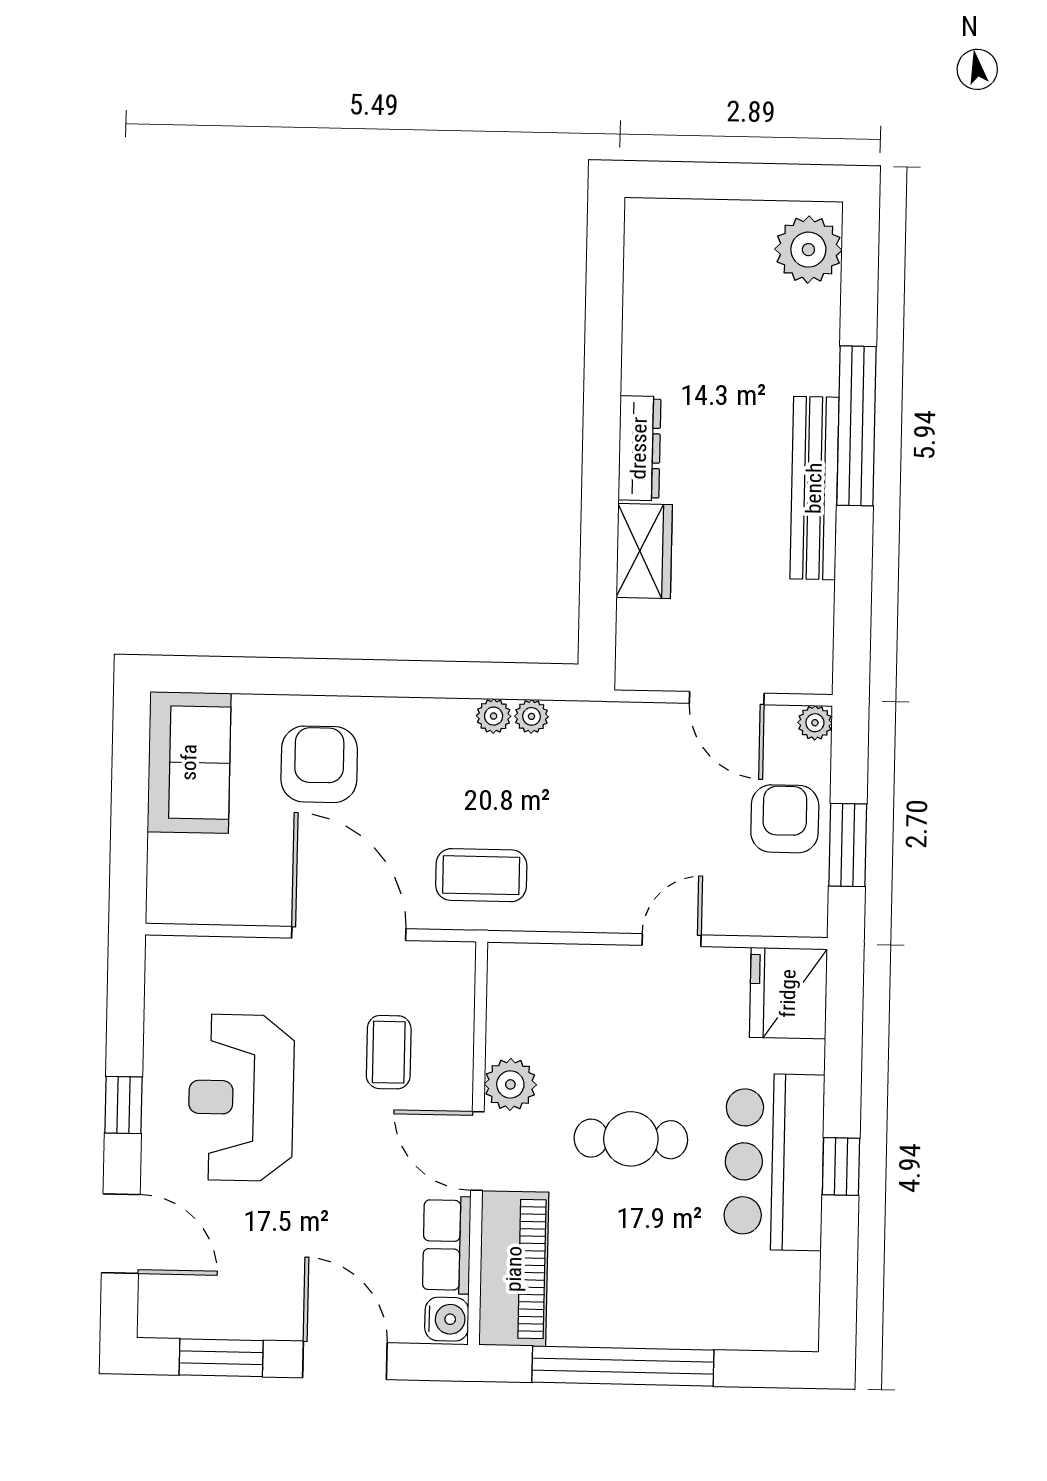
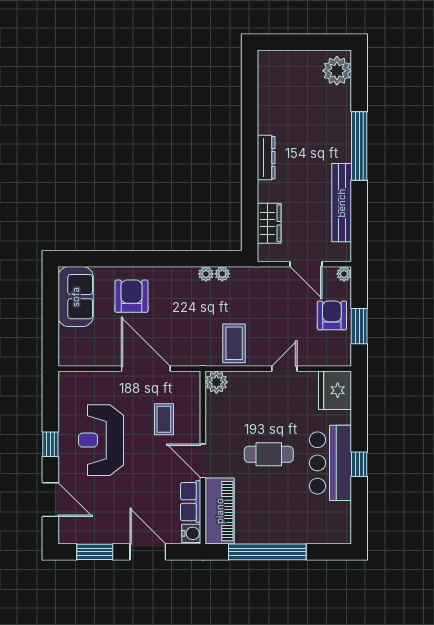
bench: (814, 488) -> (342, 203), moved
wardrobe: (644, 551) -> (269, 223), moved
coffee table: (481, 875) -> (234, 343), moved, turned 90
plant: (510, 1084) -> (216, 382), moved

